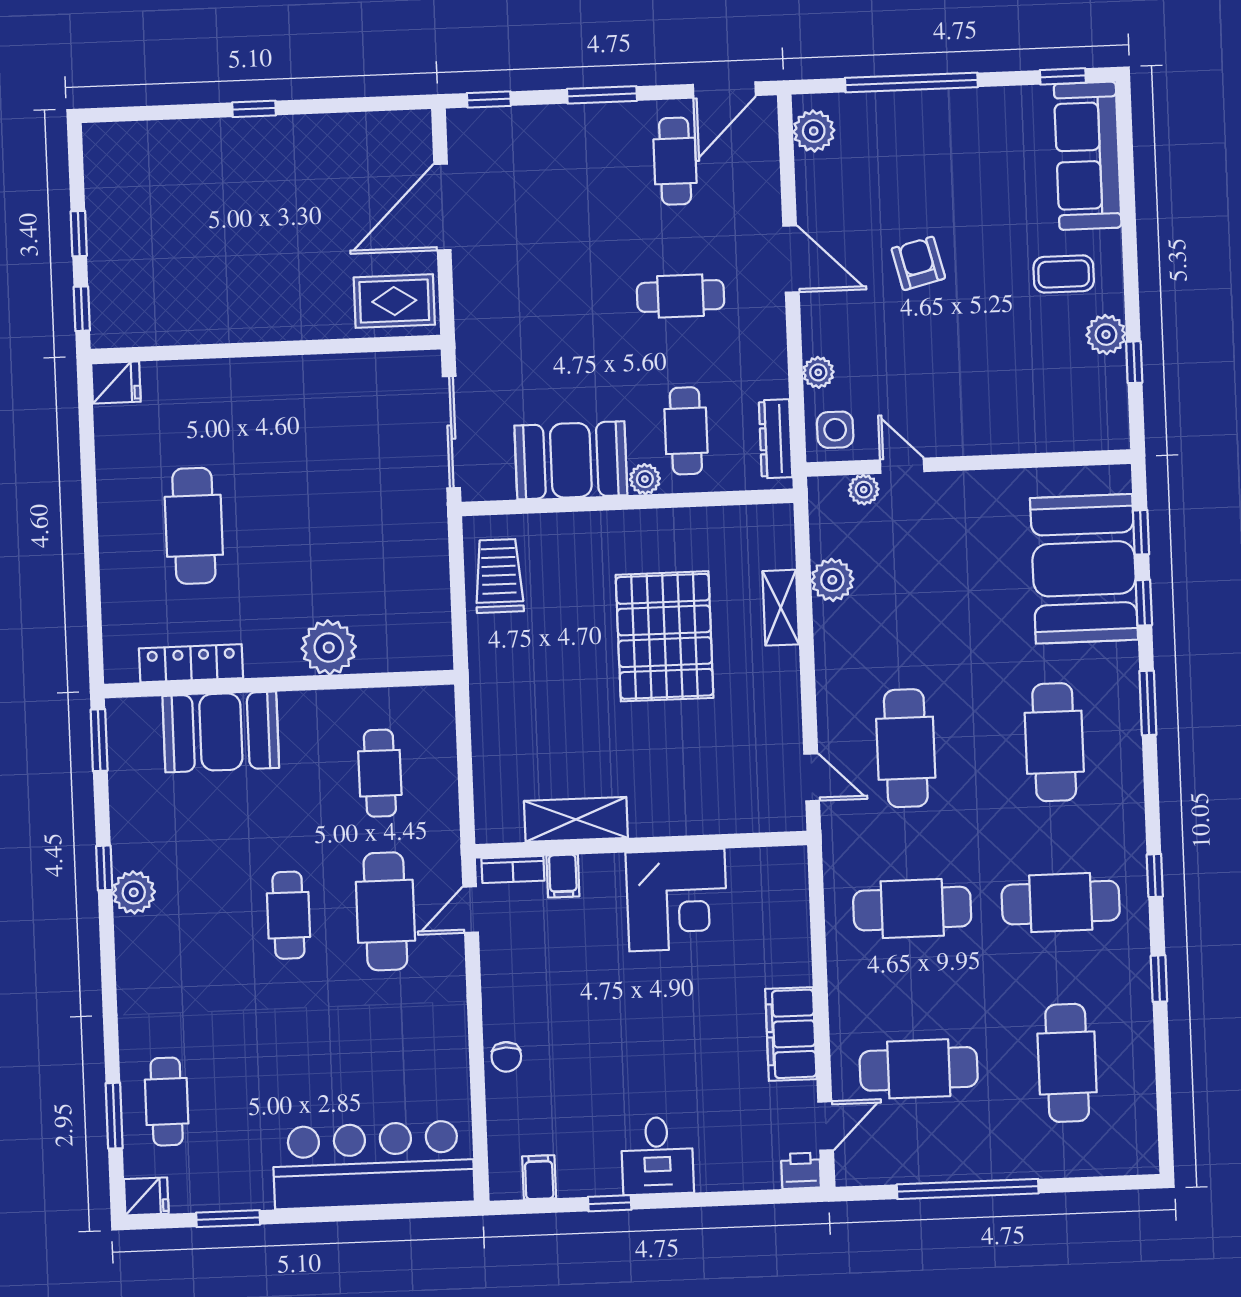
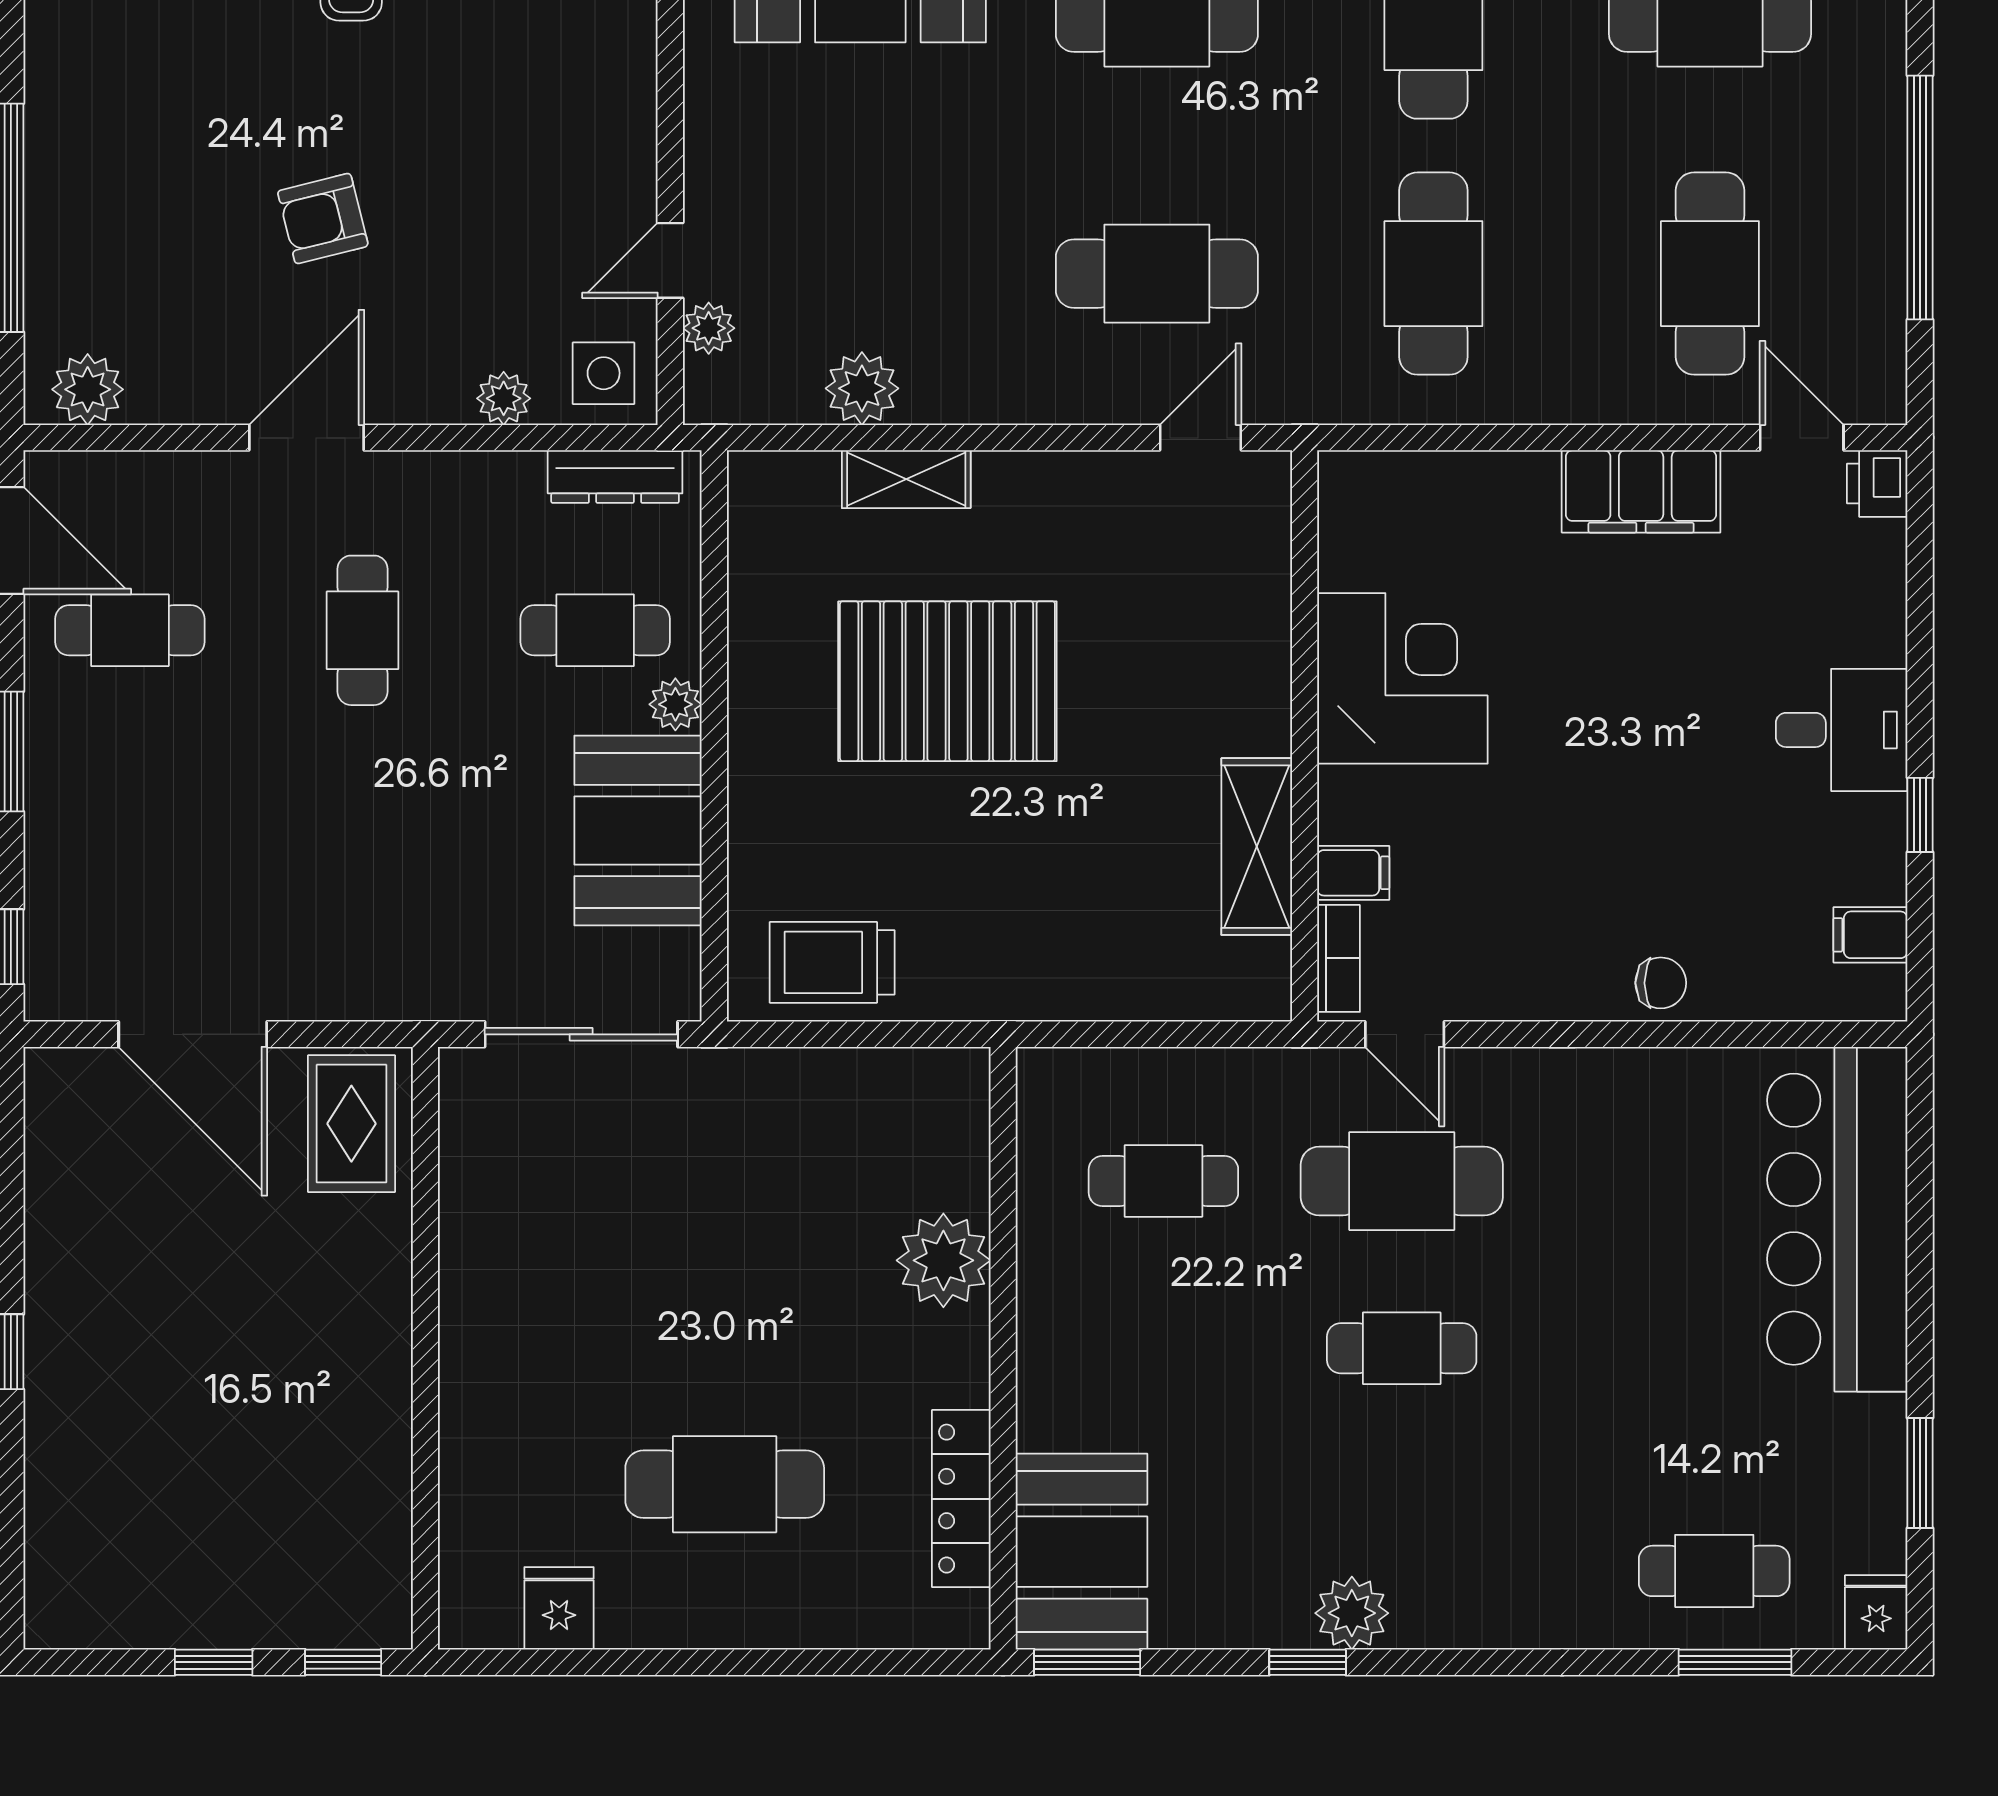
fridge: (116, 383) -> (559, 1608), moved
booth: (221, 732) -> (1082, 1552), moved

